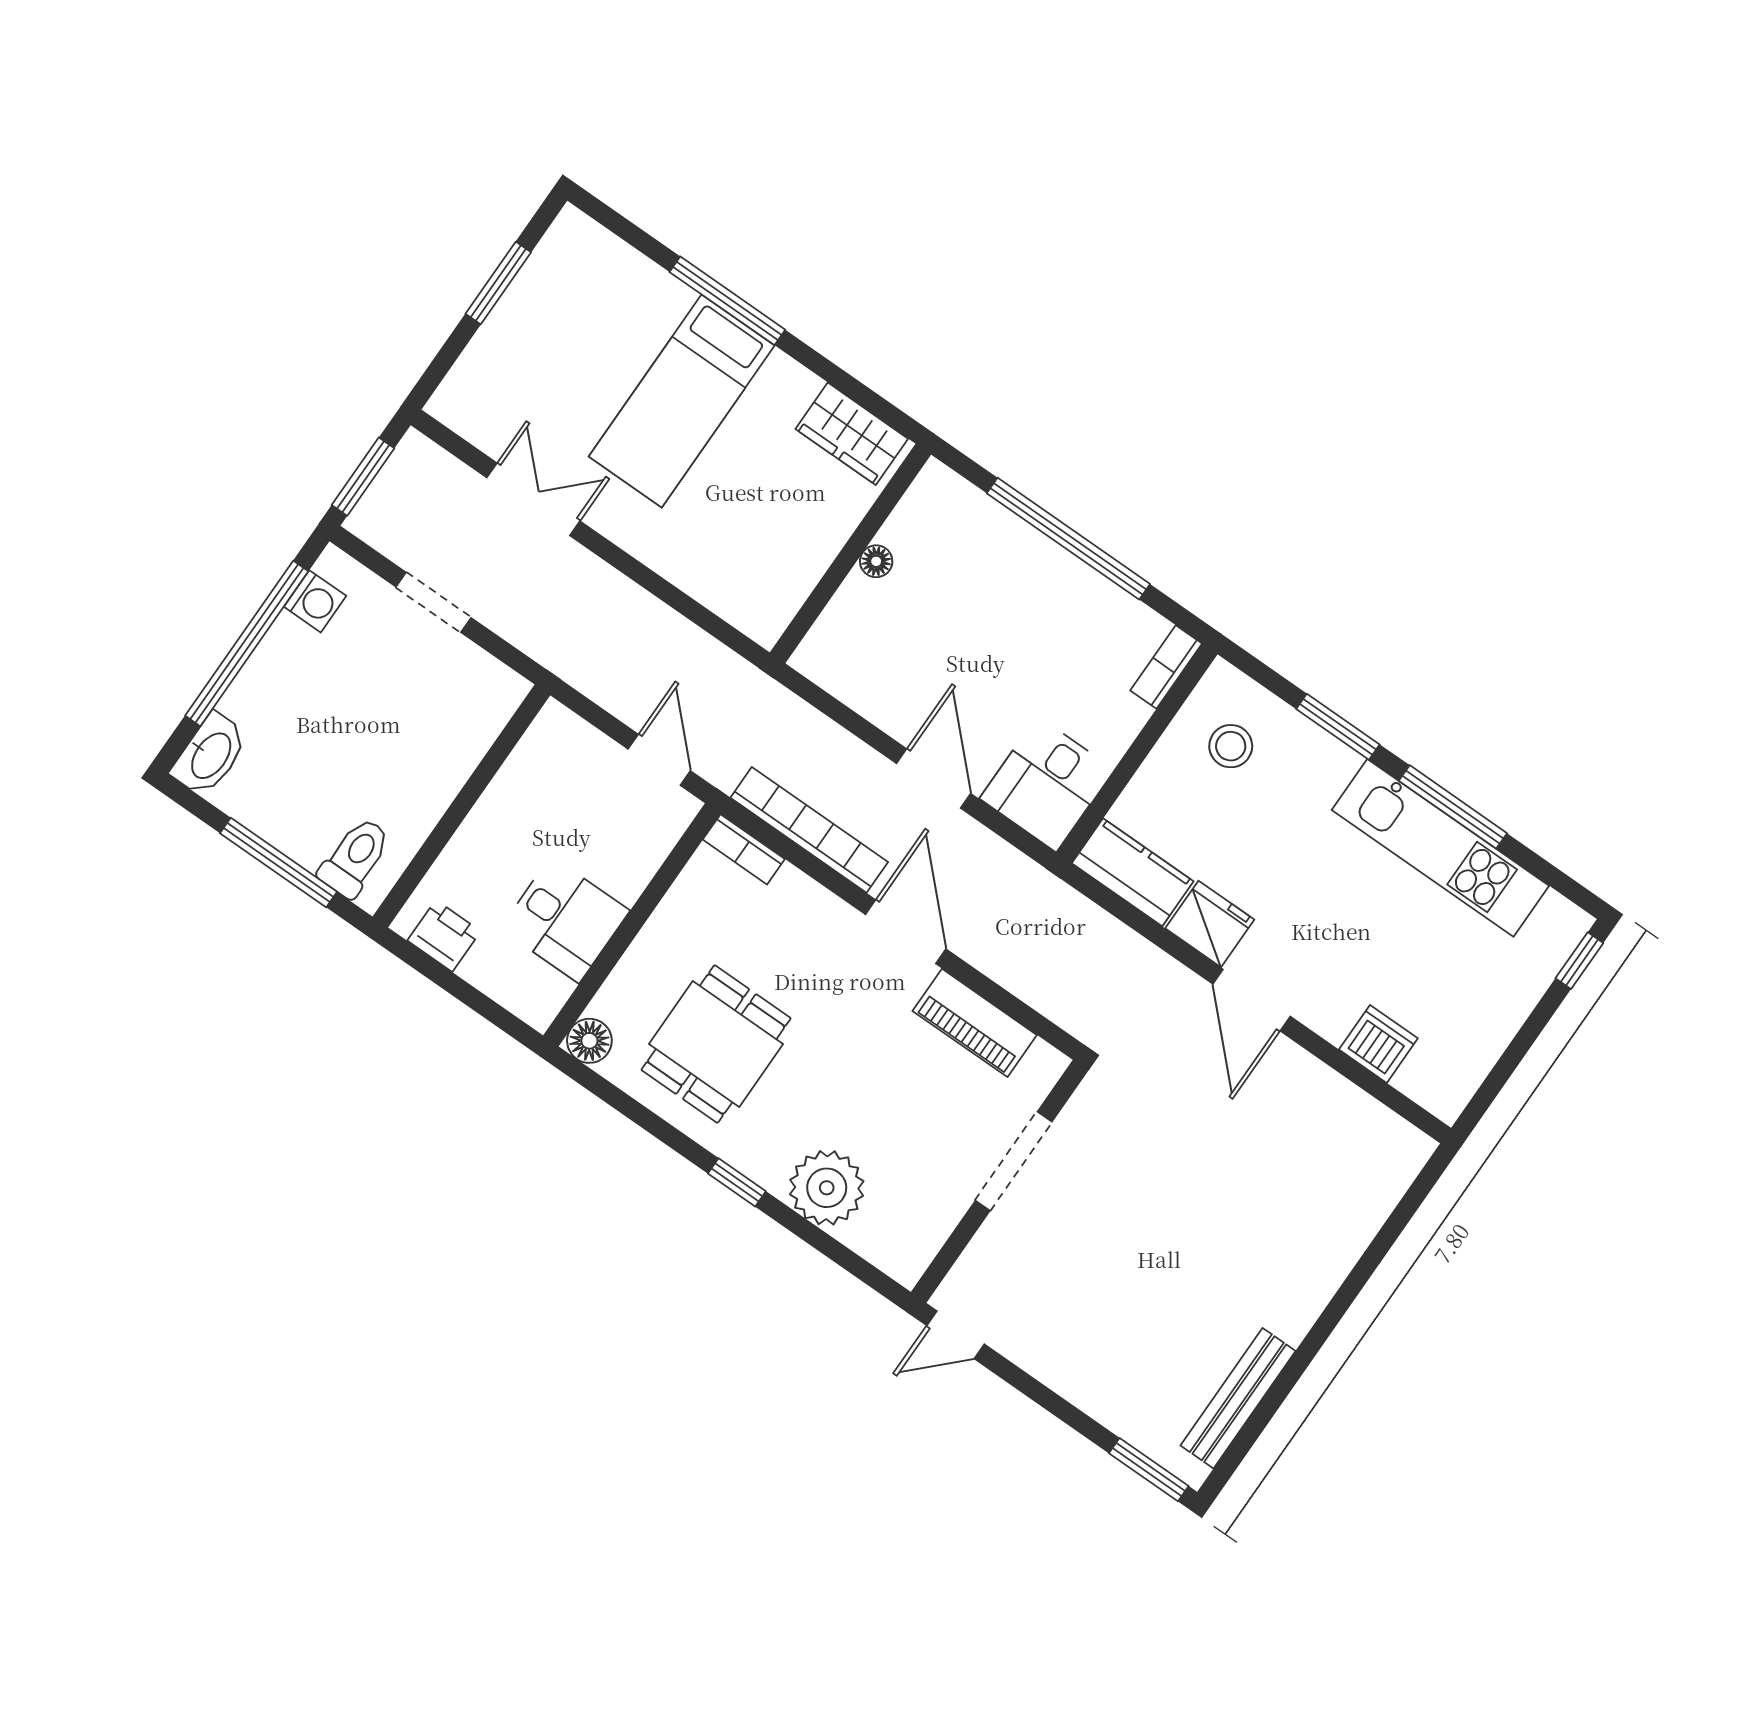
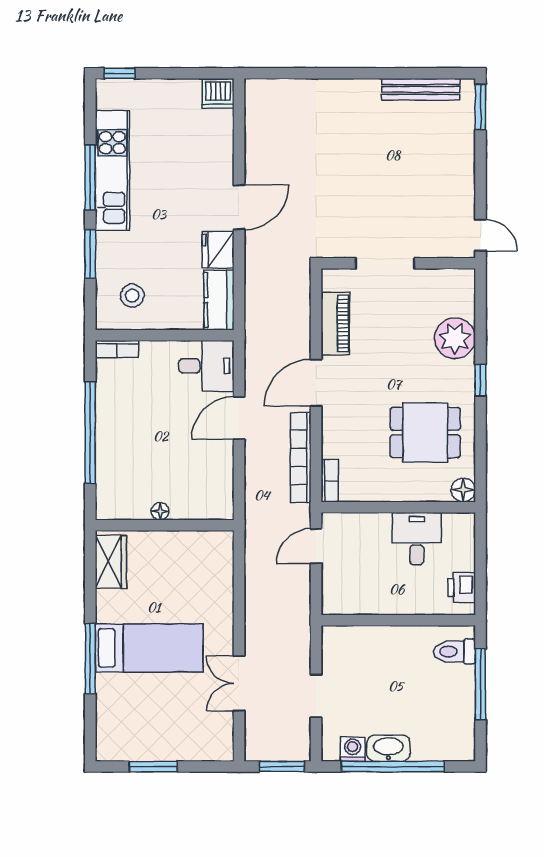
washbasin: (210, 755) -> (388, 748), moved
dishwasher: (1378, 1044) -> (218, 93), moved, turned -90

